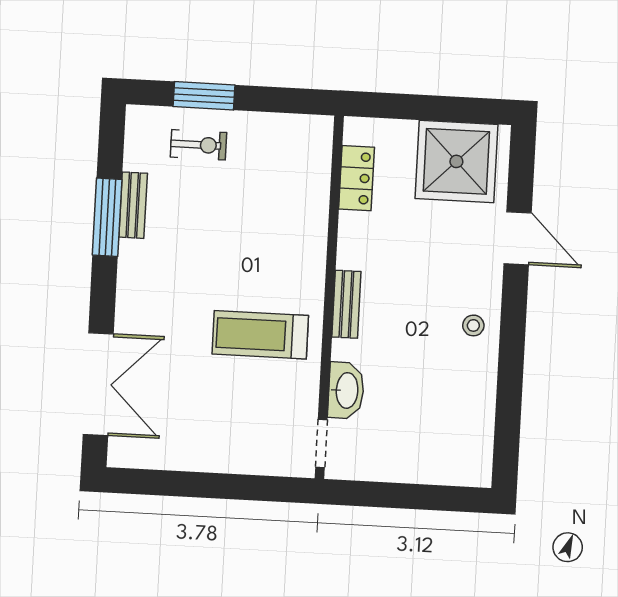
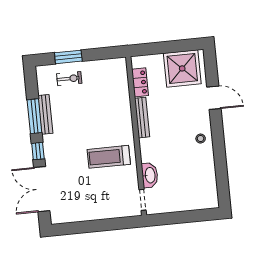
bench: (133, 205) -> (45, 114), width x1.36
window: (103, 297) -> (38, 151), added
bench: (346, 304) -> (142, 118), moved, width x1.36
double door: (98, 384) -> (42, 189), swing flipped

